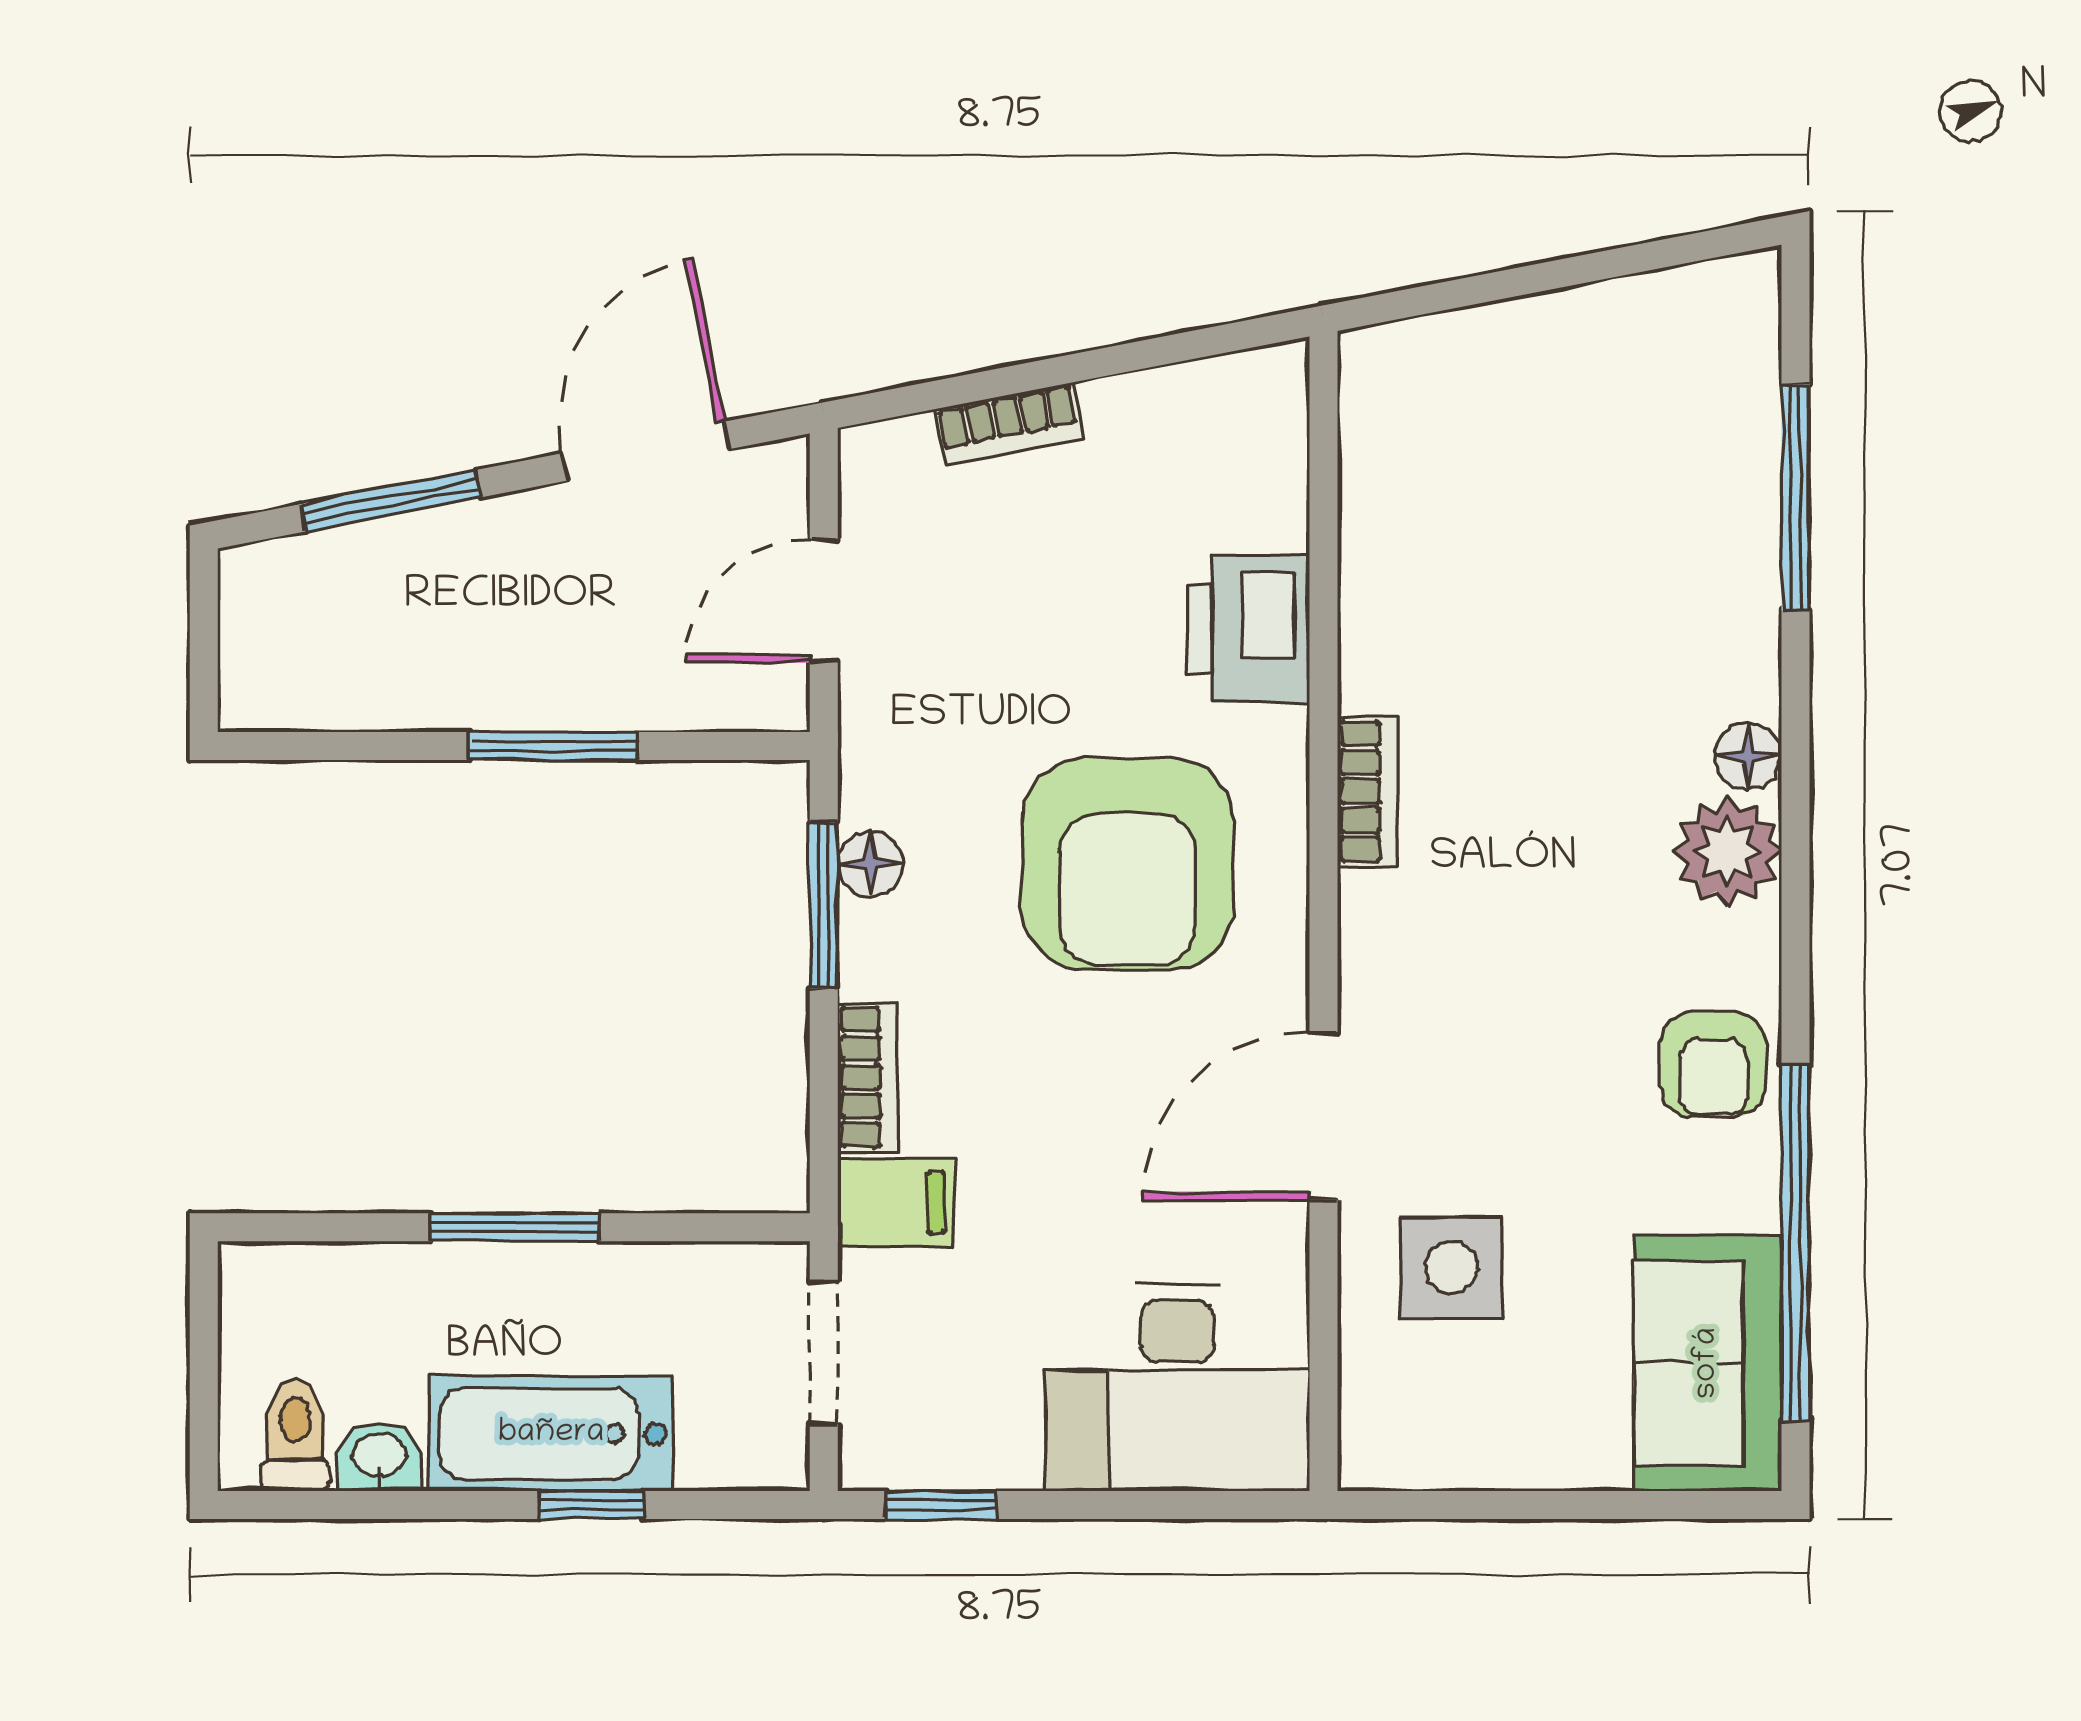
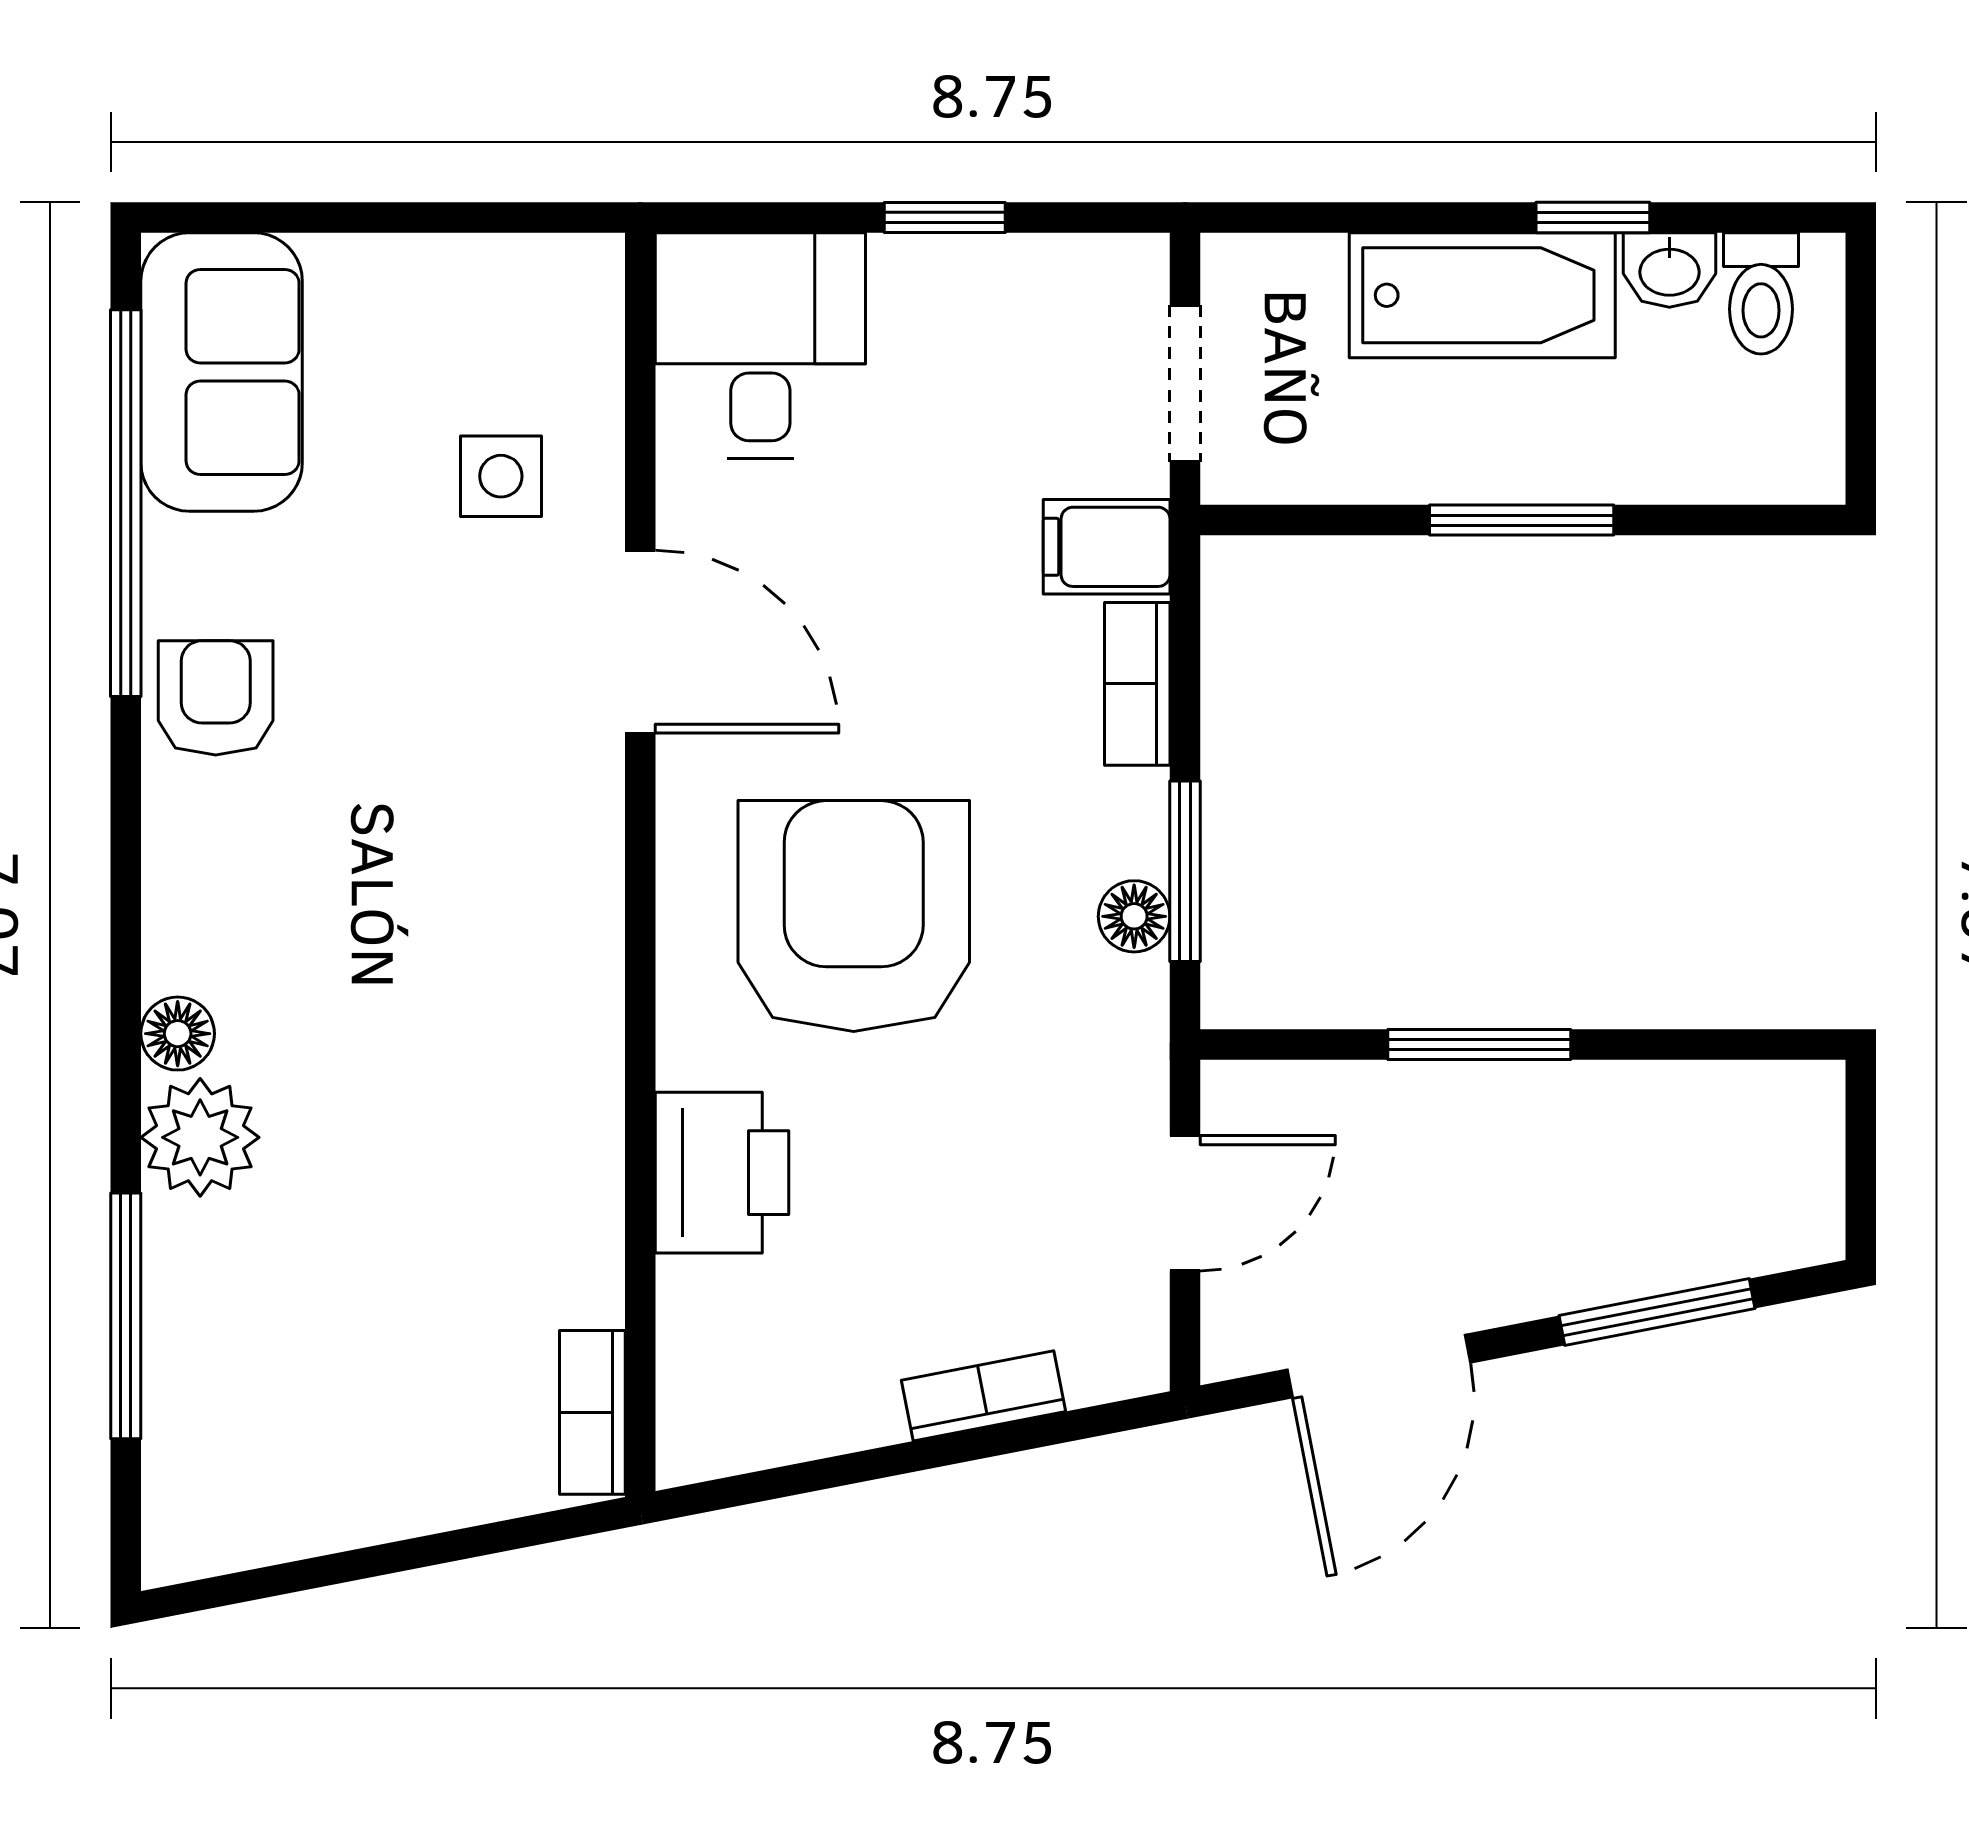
bookcase: (1367, 791) -> (592, 1412), moved
plant: (1727, 851) -> (200, 1137), moved
door: (1323, 1116) -> (640, 642), hinge flipped
side table: (1451, 1268) -> (501, 476), width x0.73, depth x0.73
desk: (1177, 1387) -> (760, 346), width x0.73
window: (591, 1505) -> (1593, 217), moved
window: (941, 1505) -> (945, 217), moved

